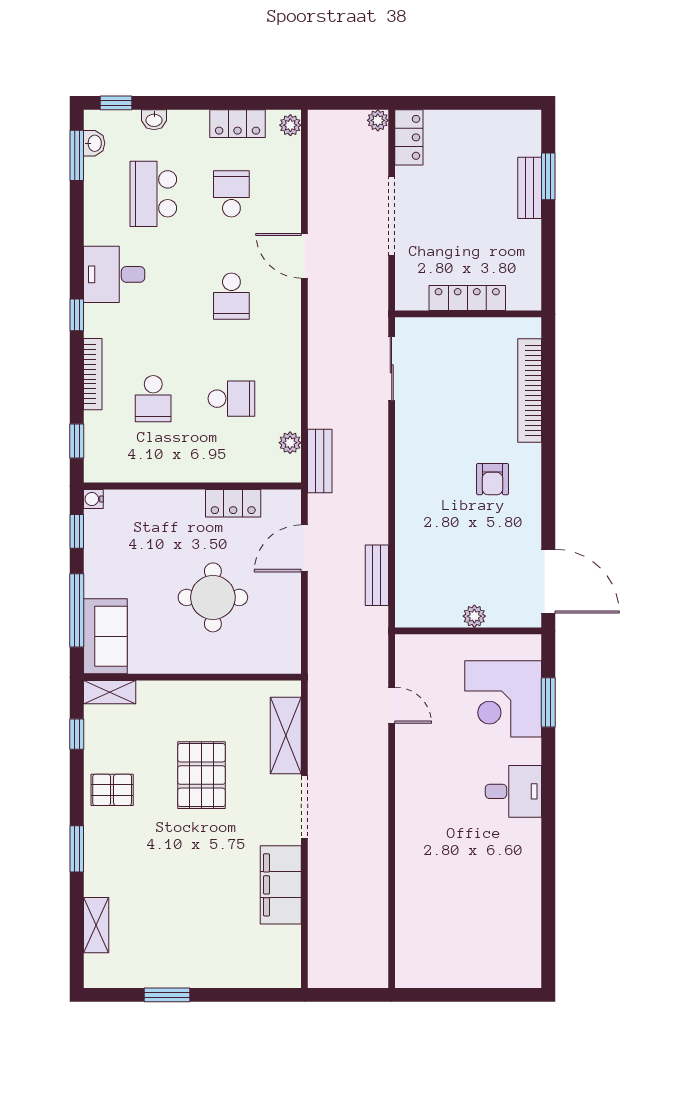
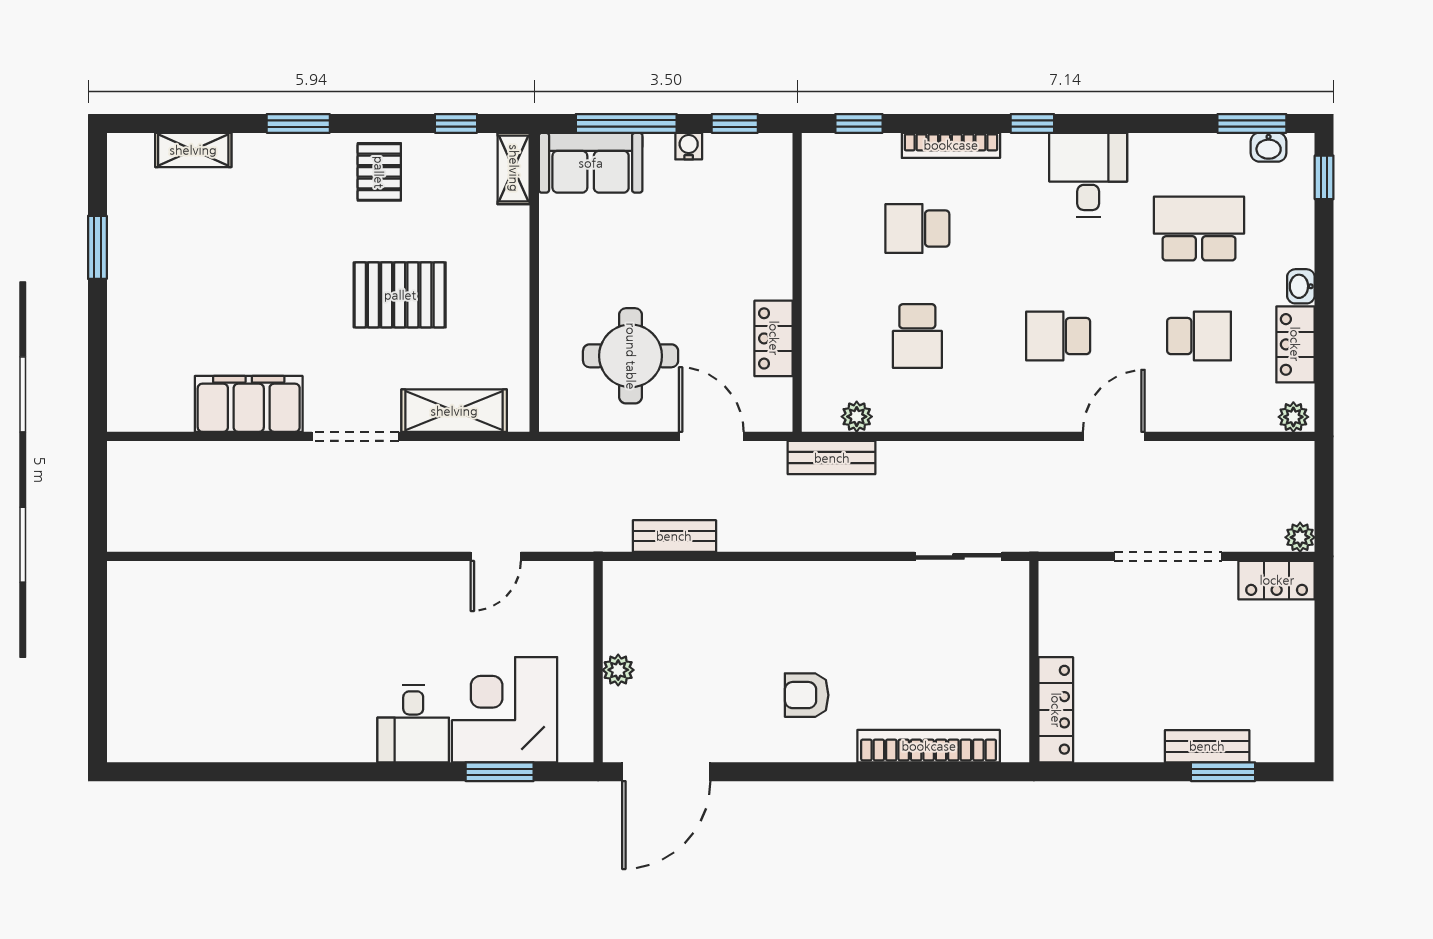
washbasin: (154, 120) -> (1301, 286), moved
locker: (467, 298) -> (1056, 710), moved
water cooler: (93, 499) -> (689, 146), moved
round table: (213, 597) -> (631, 356), moved
desk: (513, 791) -> (413, 724), moved

